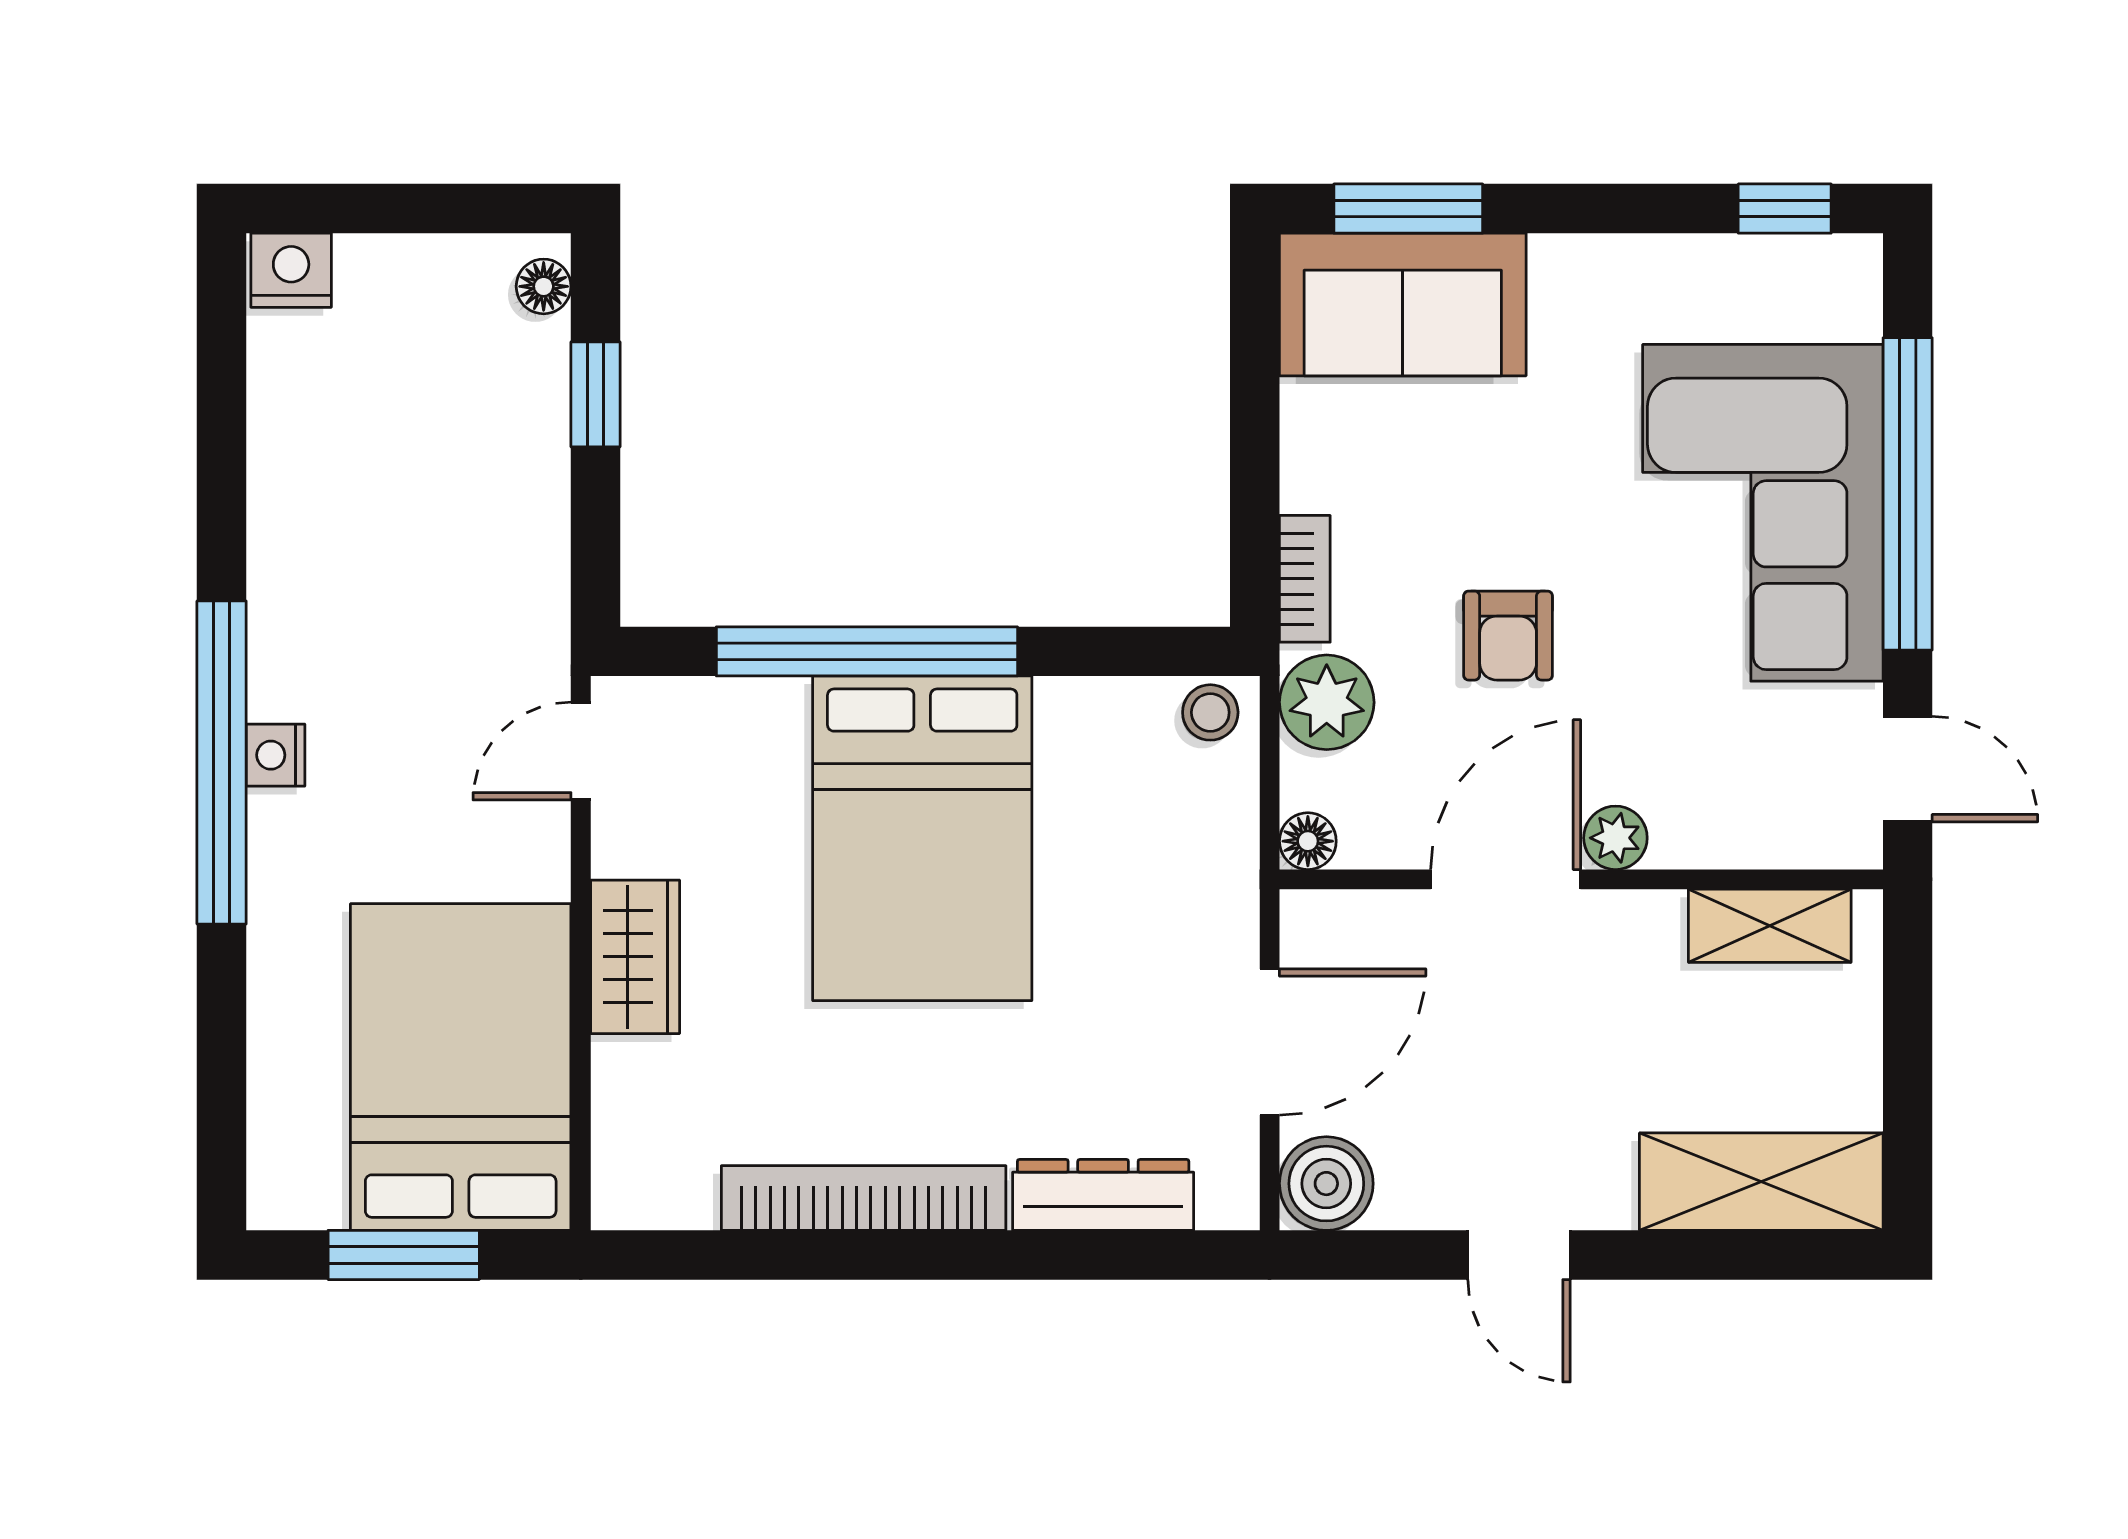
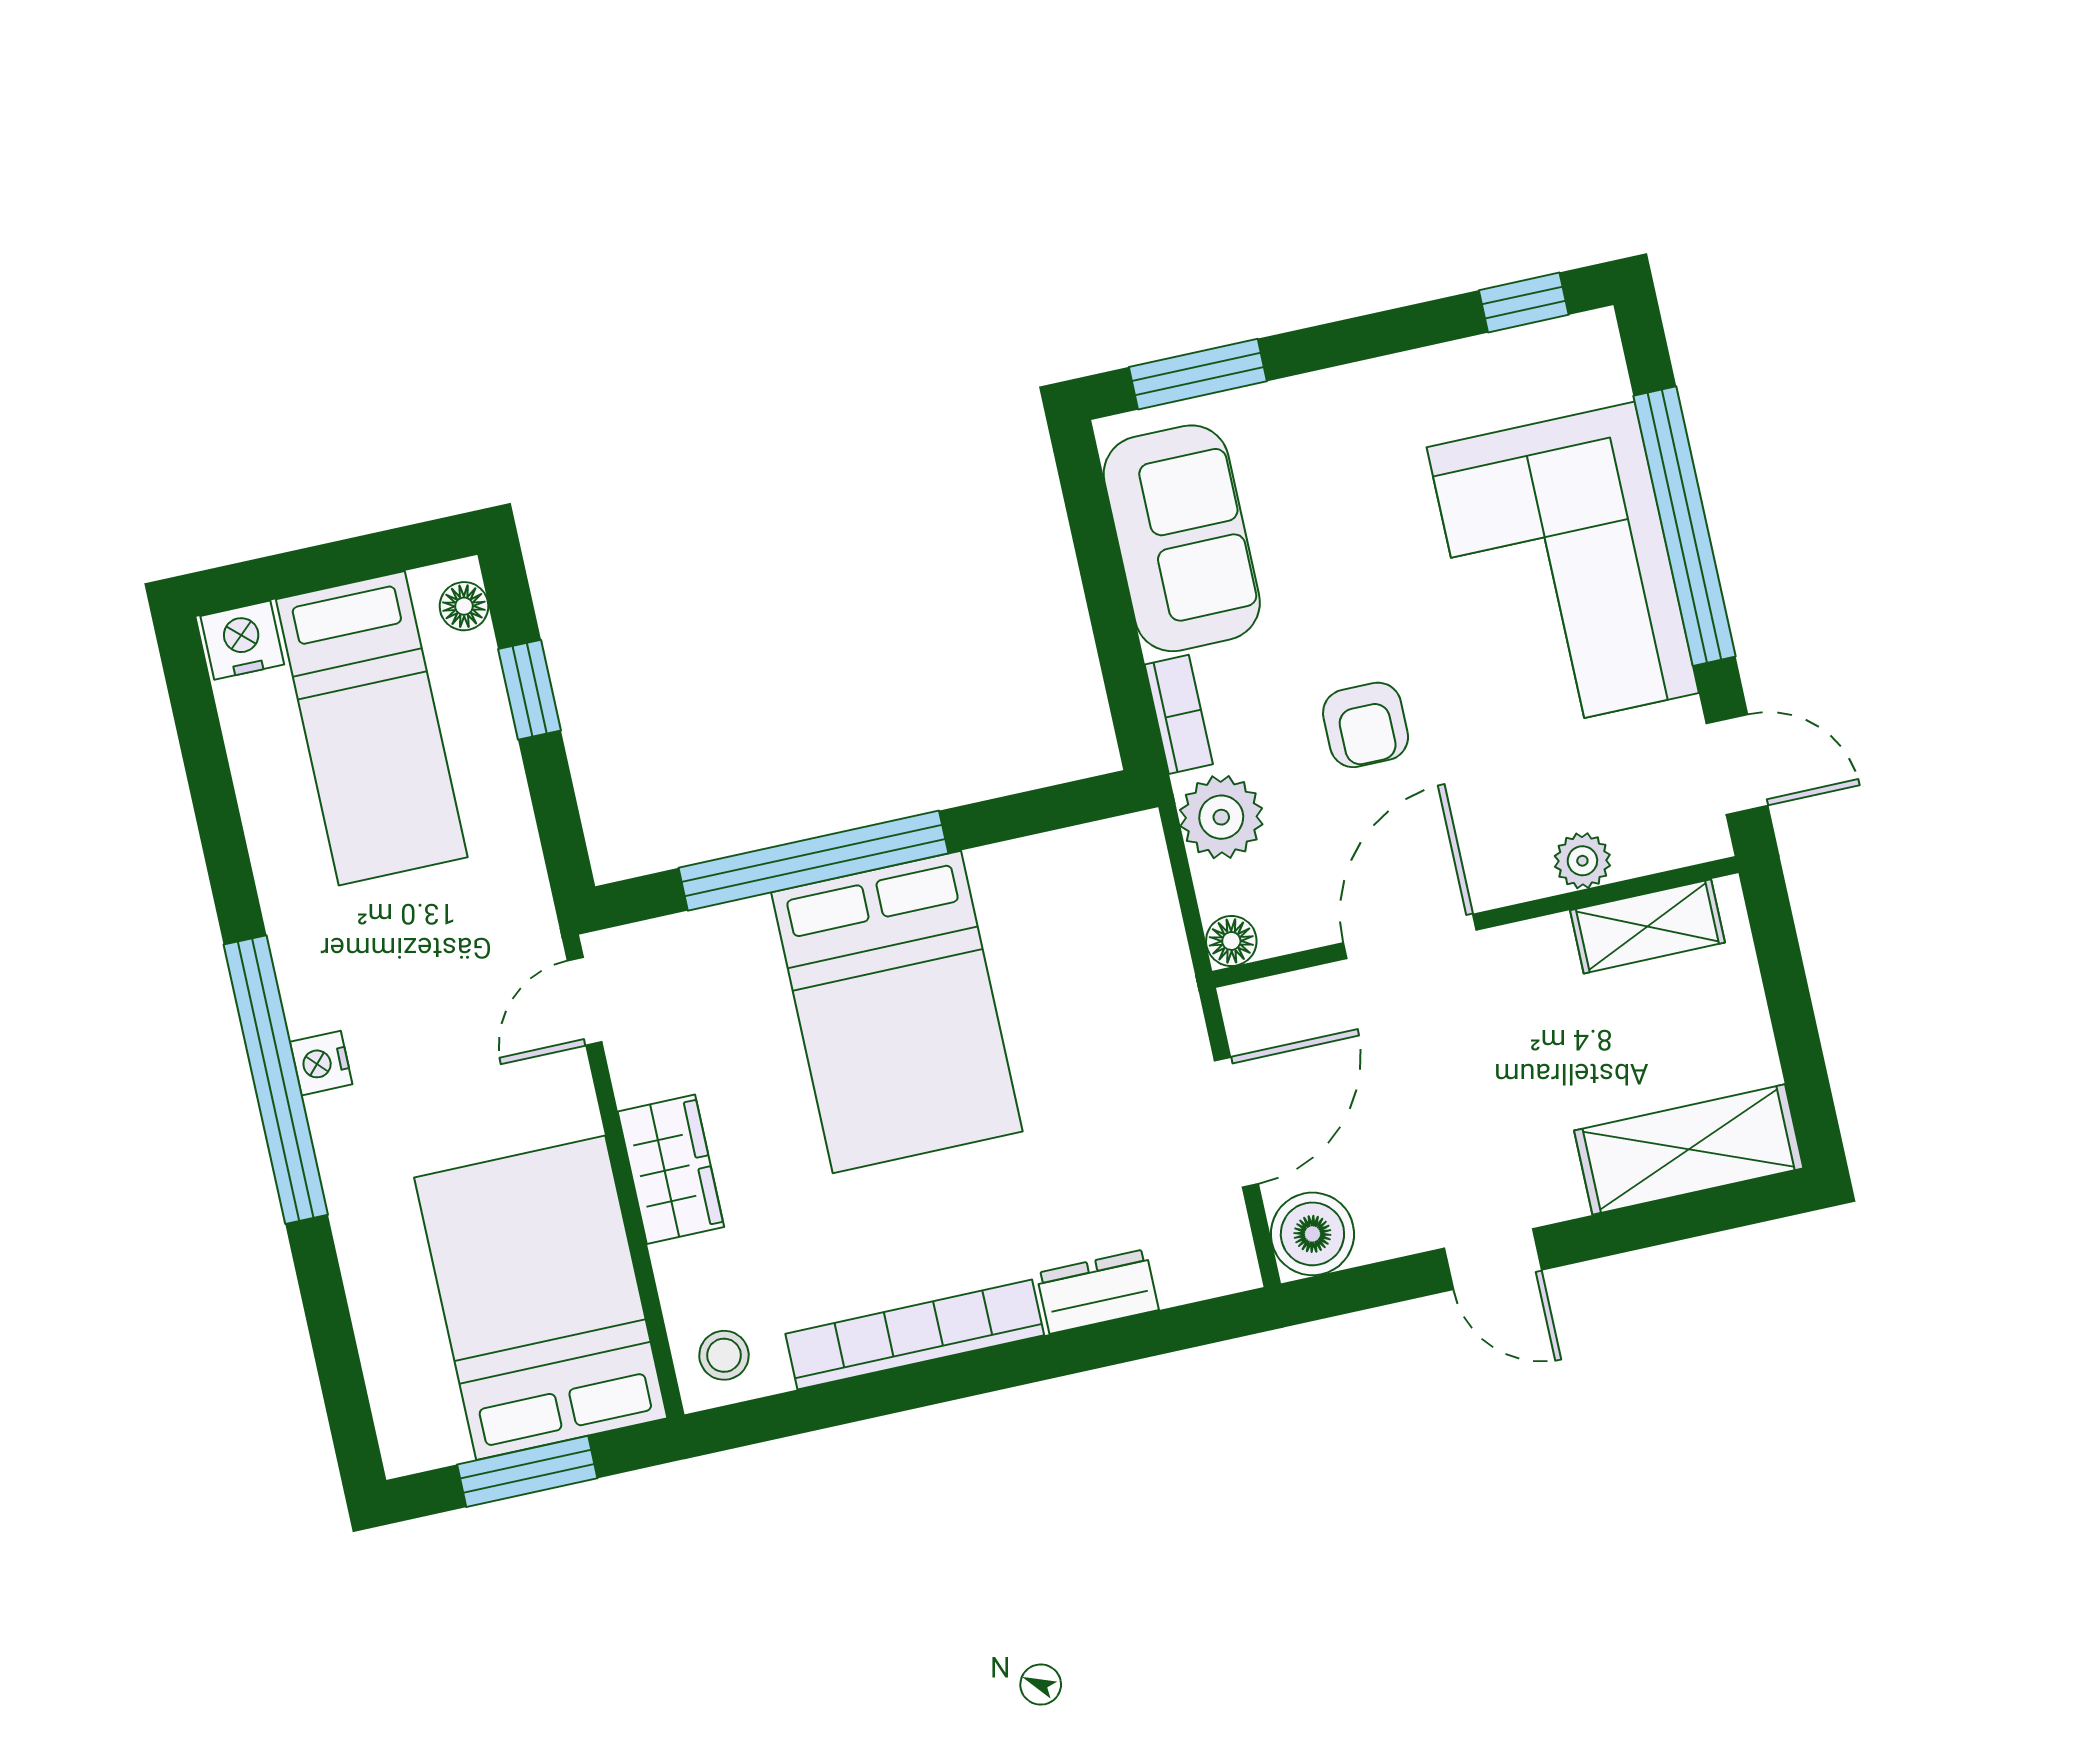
sofa: (1403, 304) -> (1182, 538), moved, turned -90
bed: (412, 399) -> (372, 728), added
stool: (1210, 712) -> (724, 1355), moved
plant: (1615, 838) -> (1582, 861), moved
dresser: (1103, 1195) -> (1098, 1292), width x0.70

